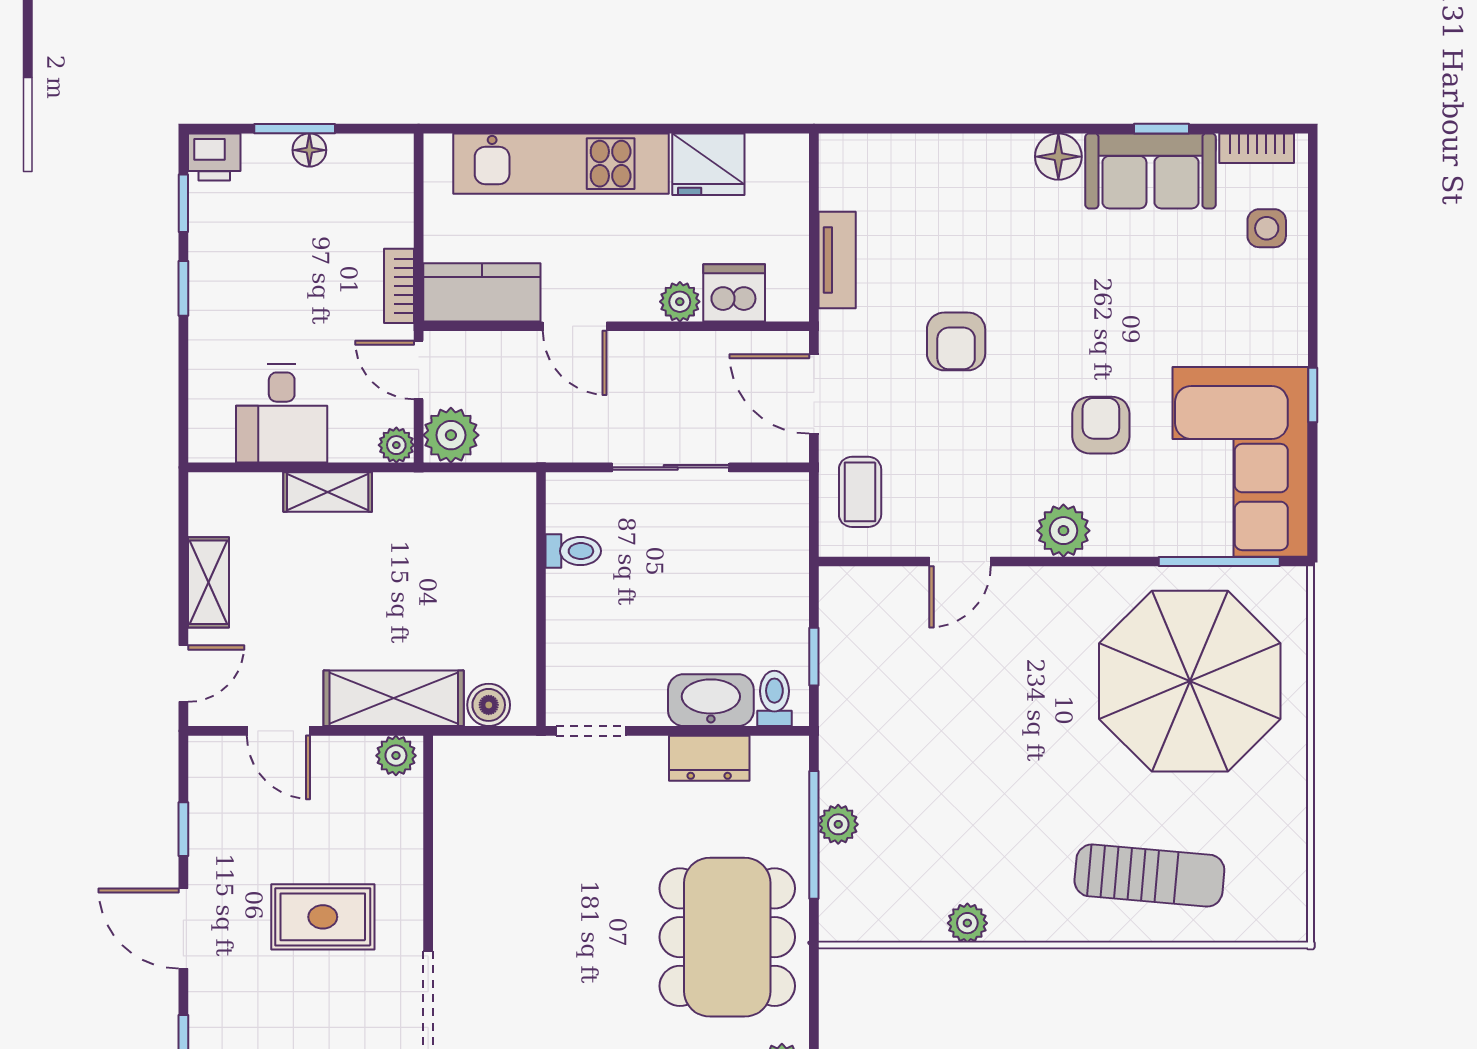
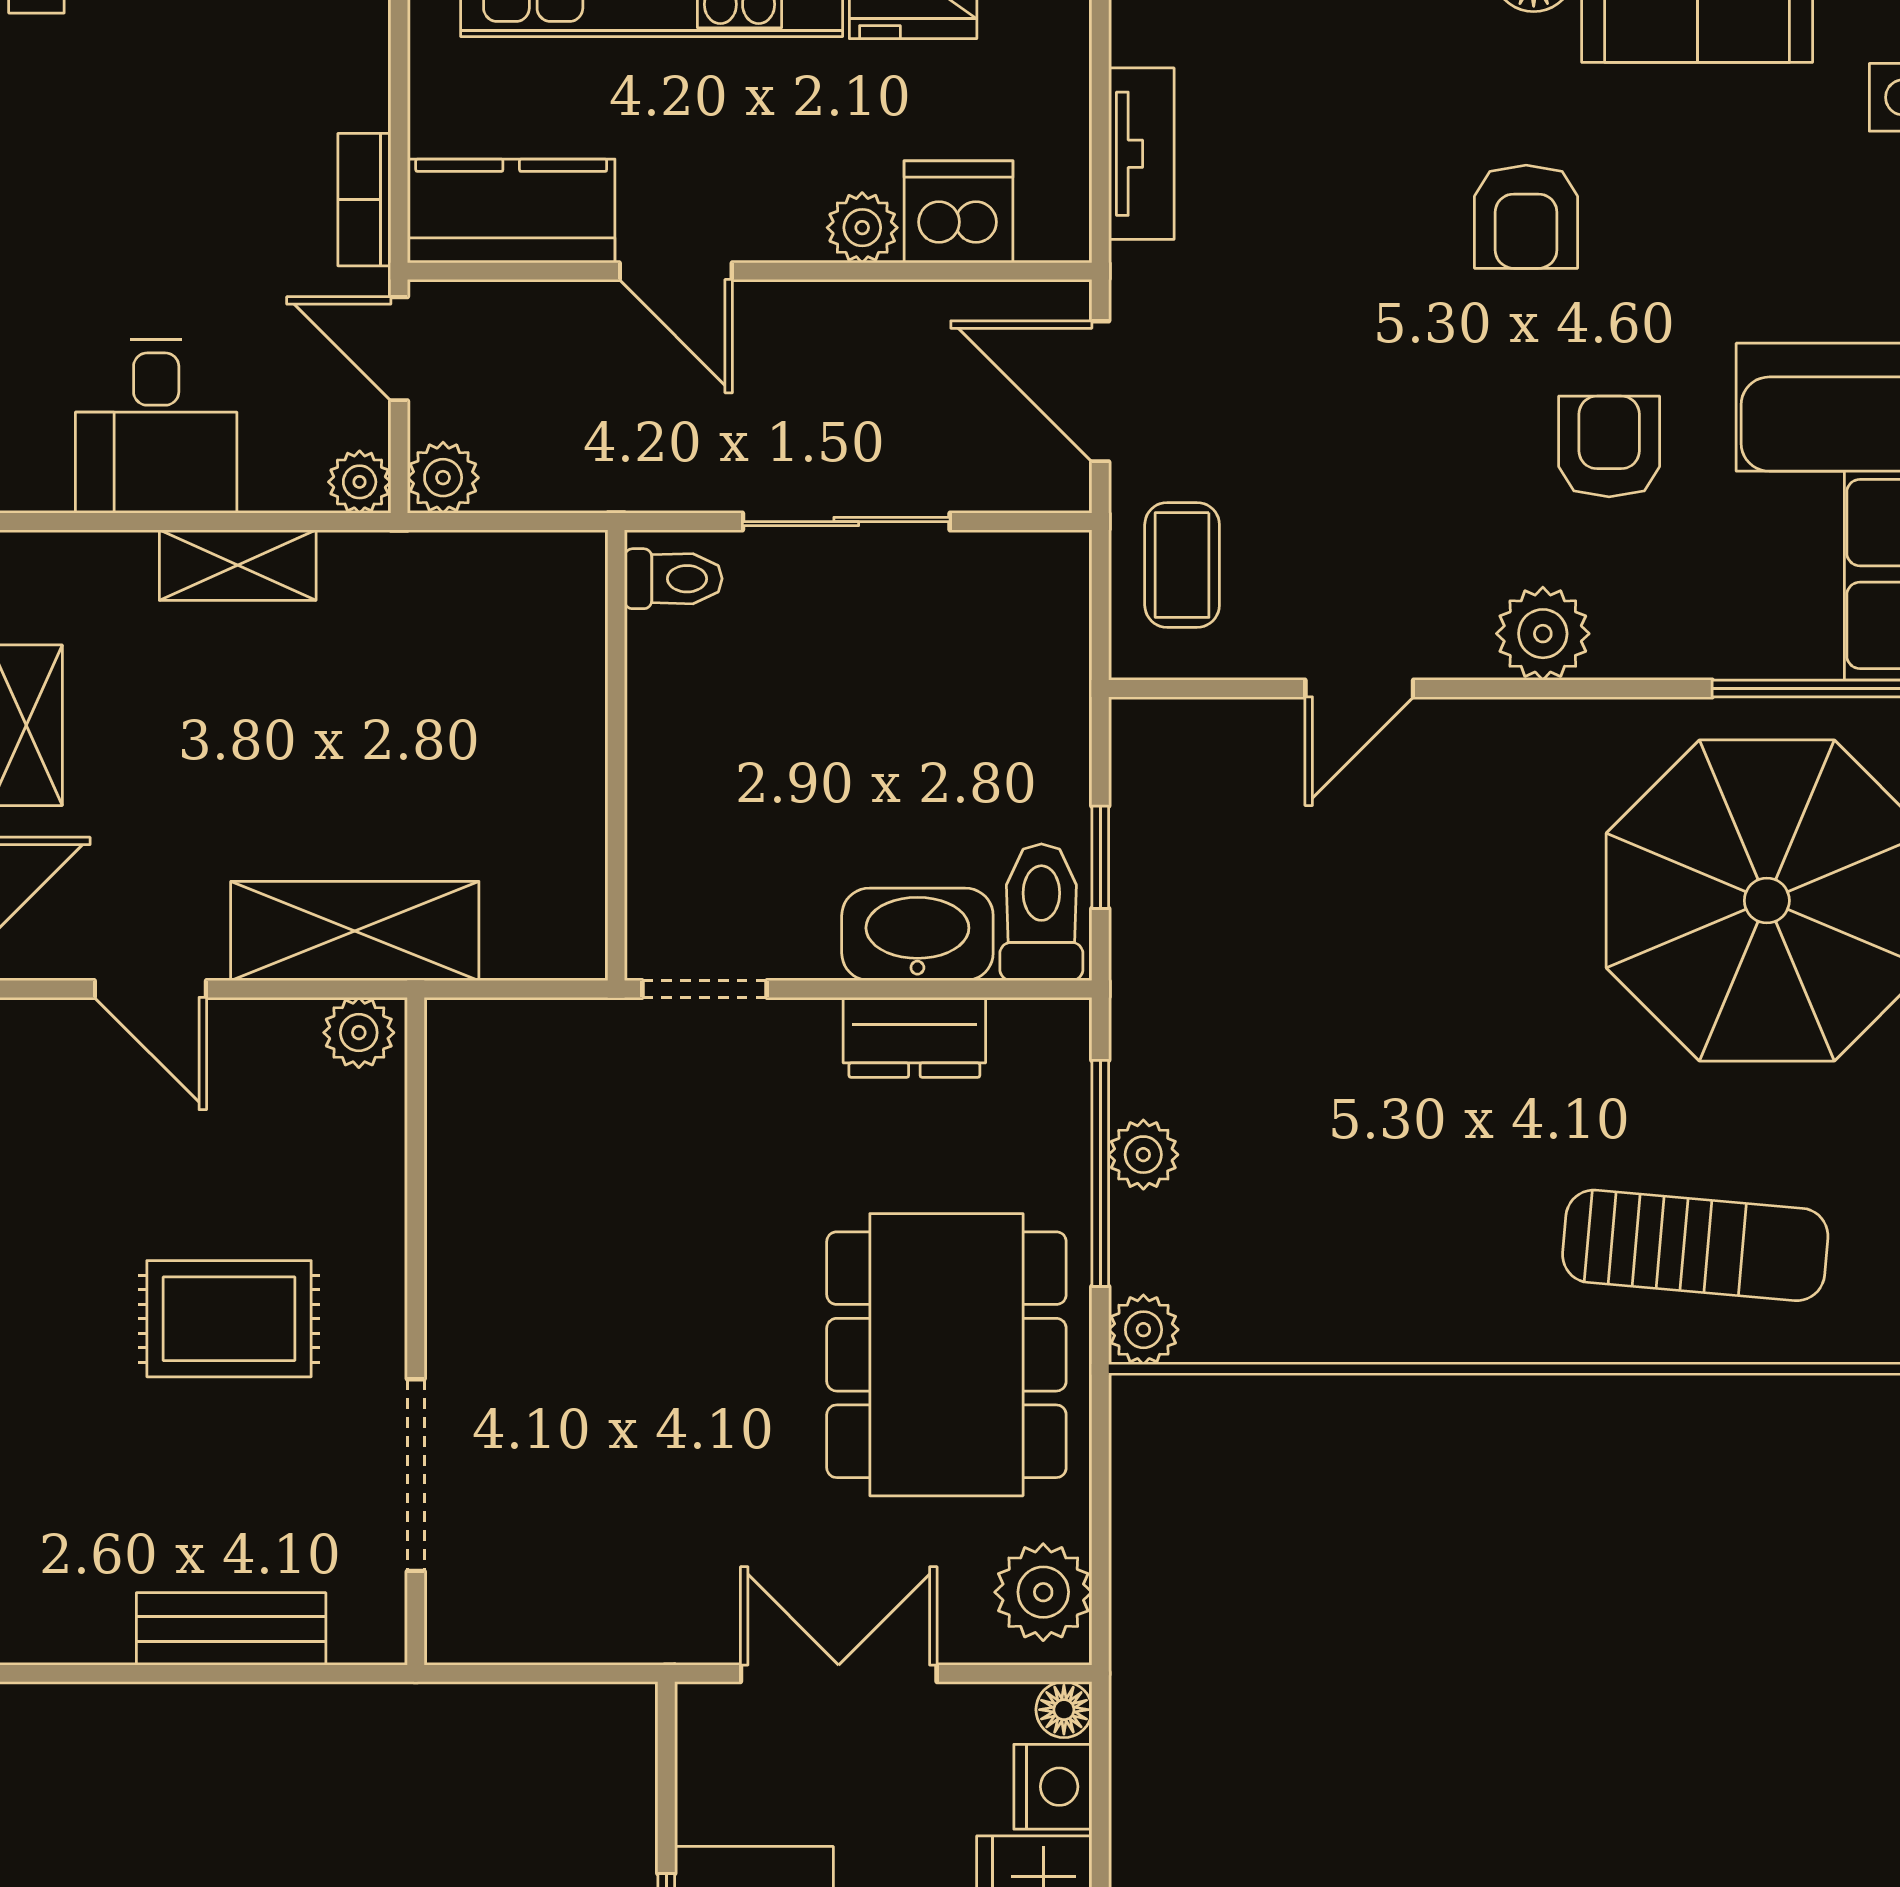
armchair: (956, 341) -> (1526, 217), moved
plant: (451, 435) -> (443, 478), width x0.73, depth x0.73
toilet: (573, 551) -> (673, 579), moved
toilet: (774, 698) -> (1041, 912), width x1.37, depth x1.39
boiler: (489, 705) -> (523, 943), removed
plant: (967, 923) -> (1143, 1330), moved

